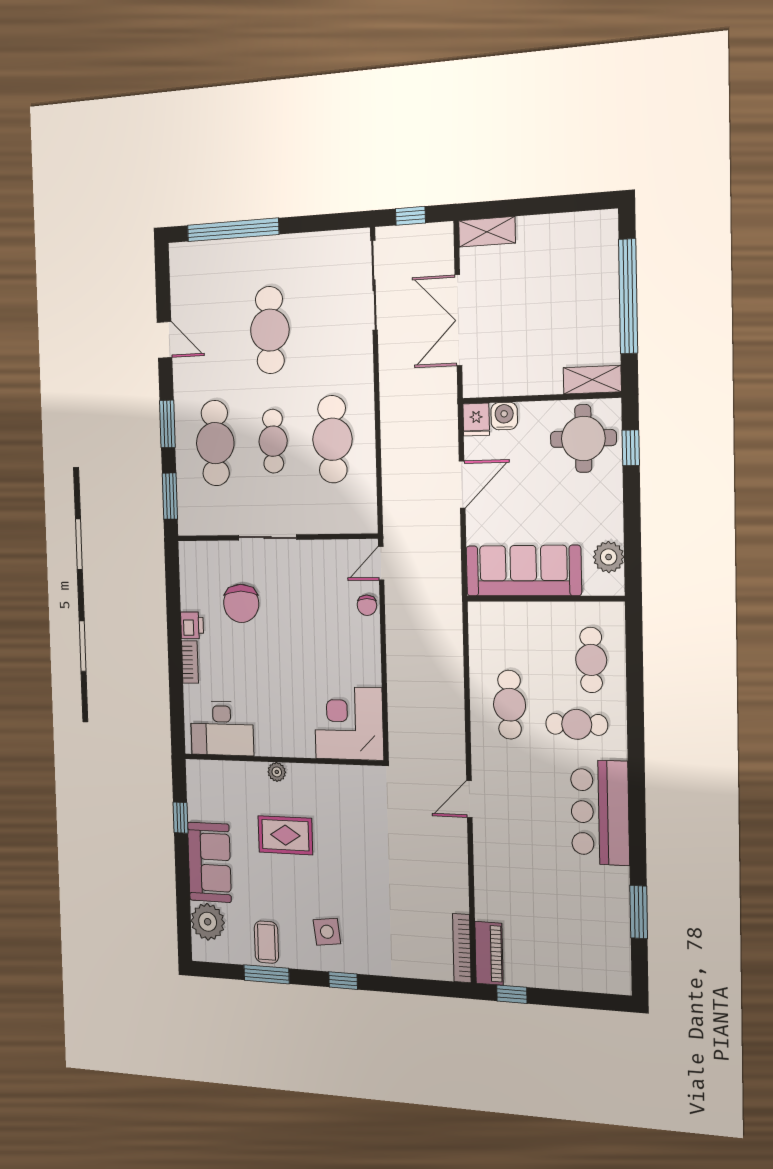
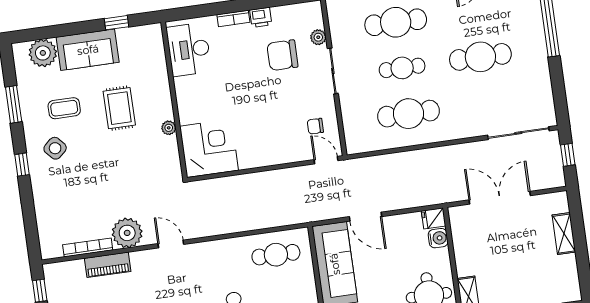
shelving: (487, 232) -> (564, 234), moved
door: (462, 484) -> (365, 217), moved
plant: (224, 551) -> (318, 37), added
chair: (367, 605) -> (315, 126), moved
cafe table: (510, 705) -> (276, 255), moved
plant: (277, 772) -> (169, 128), moved
plant: (448, 857) -> (127, 233), added
side table: (327, 932) -> (55, 148), turned -35
coffee table: (266, 942) -> (64, 108), moved
bookcase: (462, 948) -> (88, 247), moved
piano: (489, 953) -> (108, 265), moved

